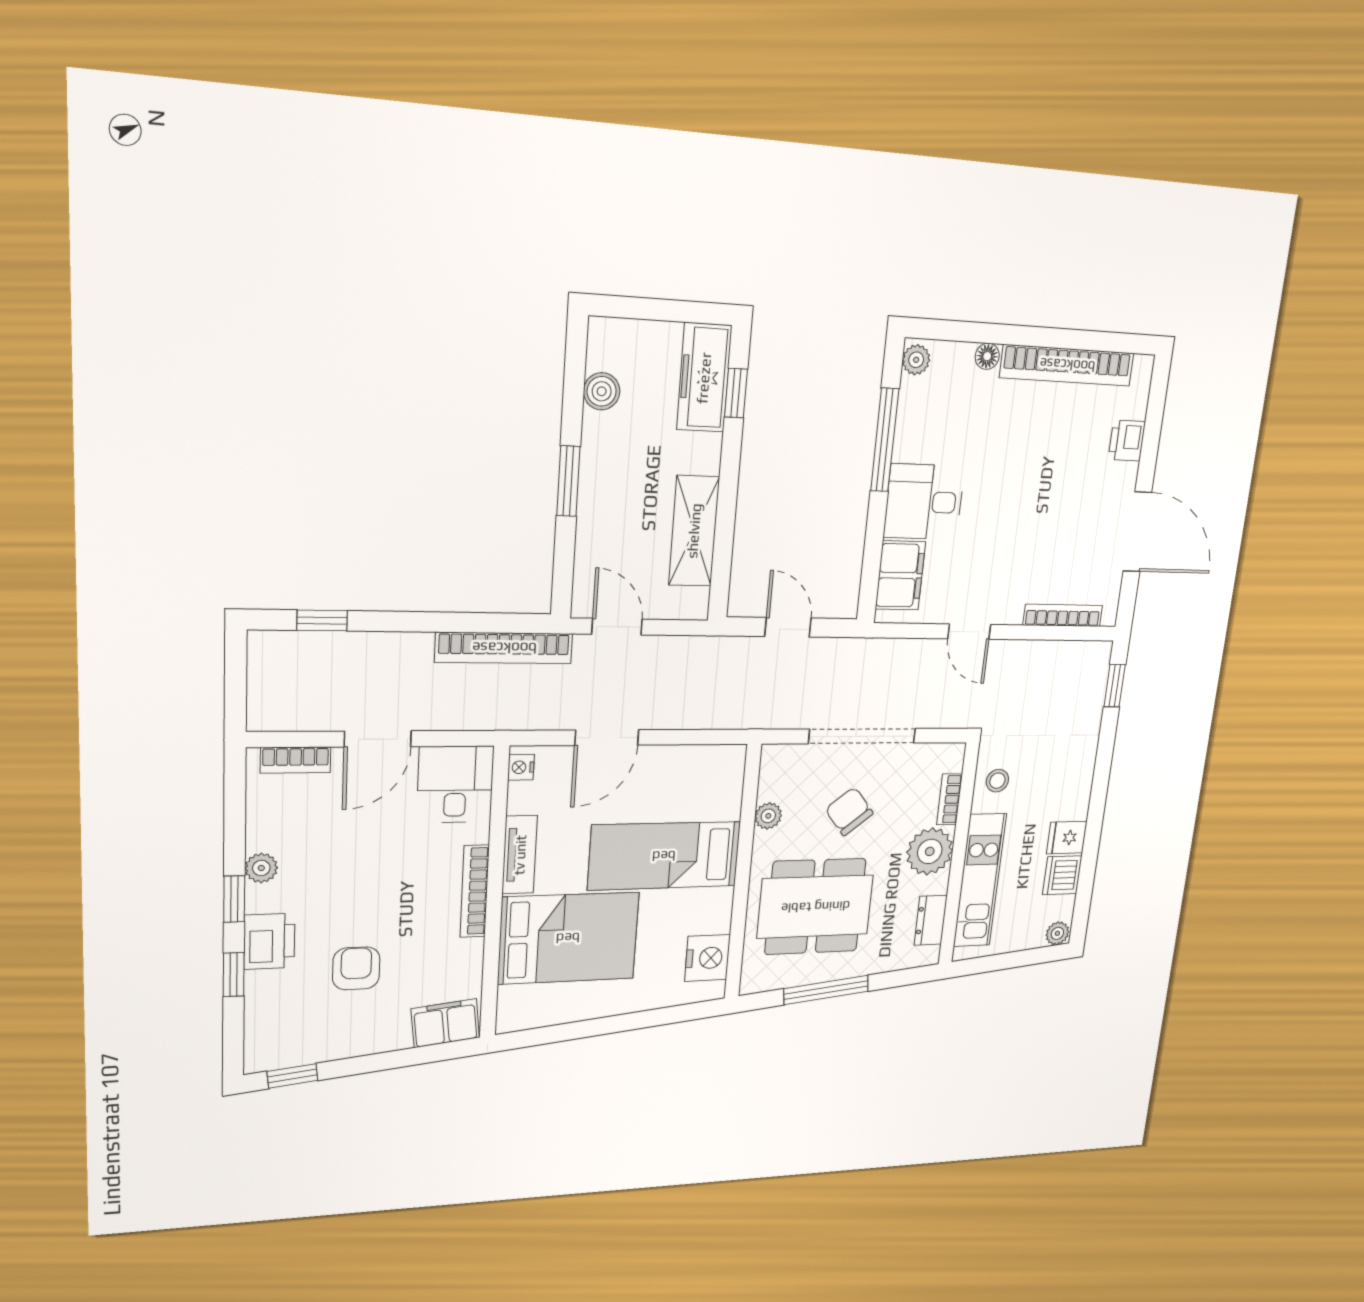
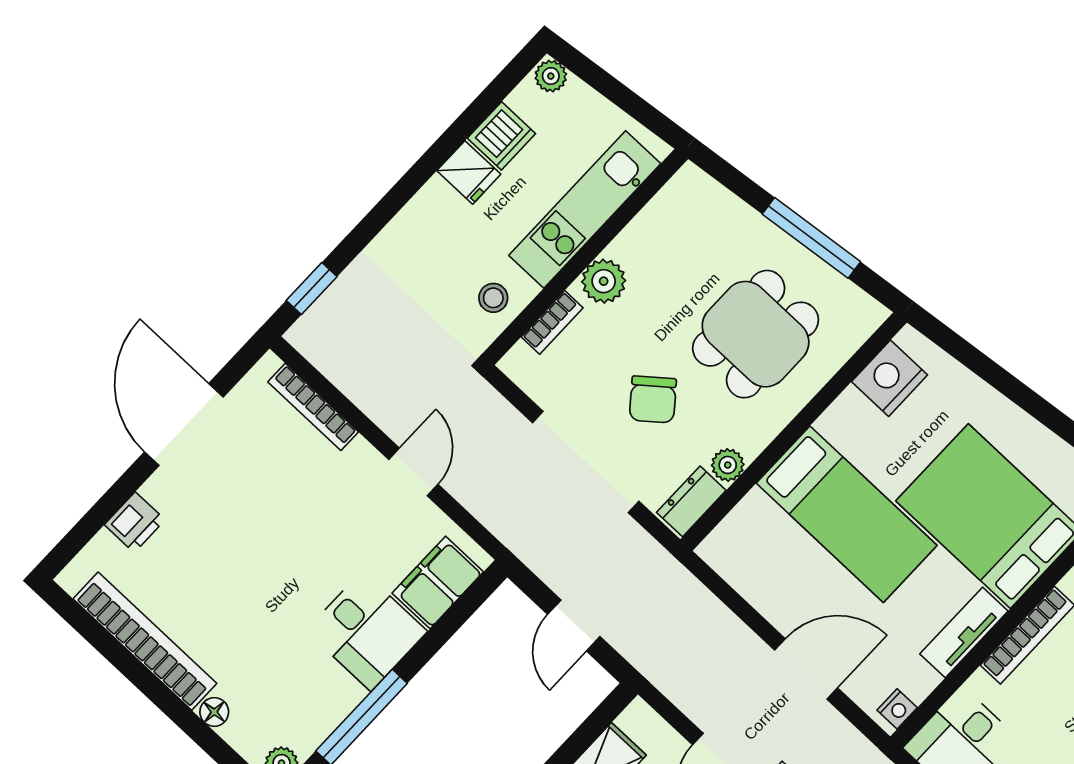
plant: (930, 851) -> (604, 281), width x0.73, depth x0.73
dining table: (815, 907) -> (756, 334), width x0.73
dresser: (931, 920) -> (691, 501), moved, turned 180

